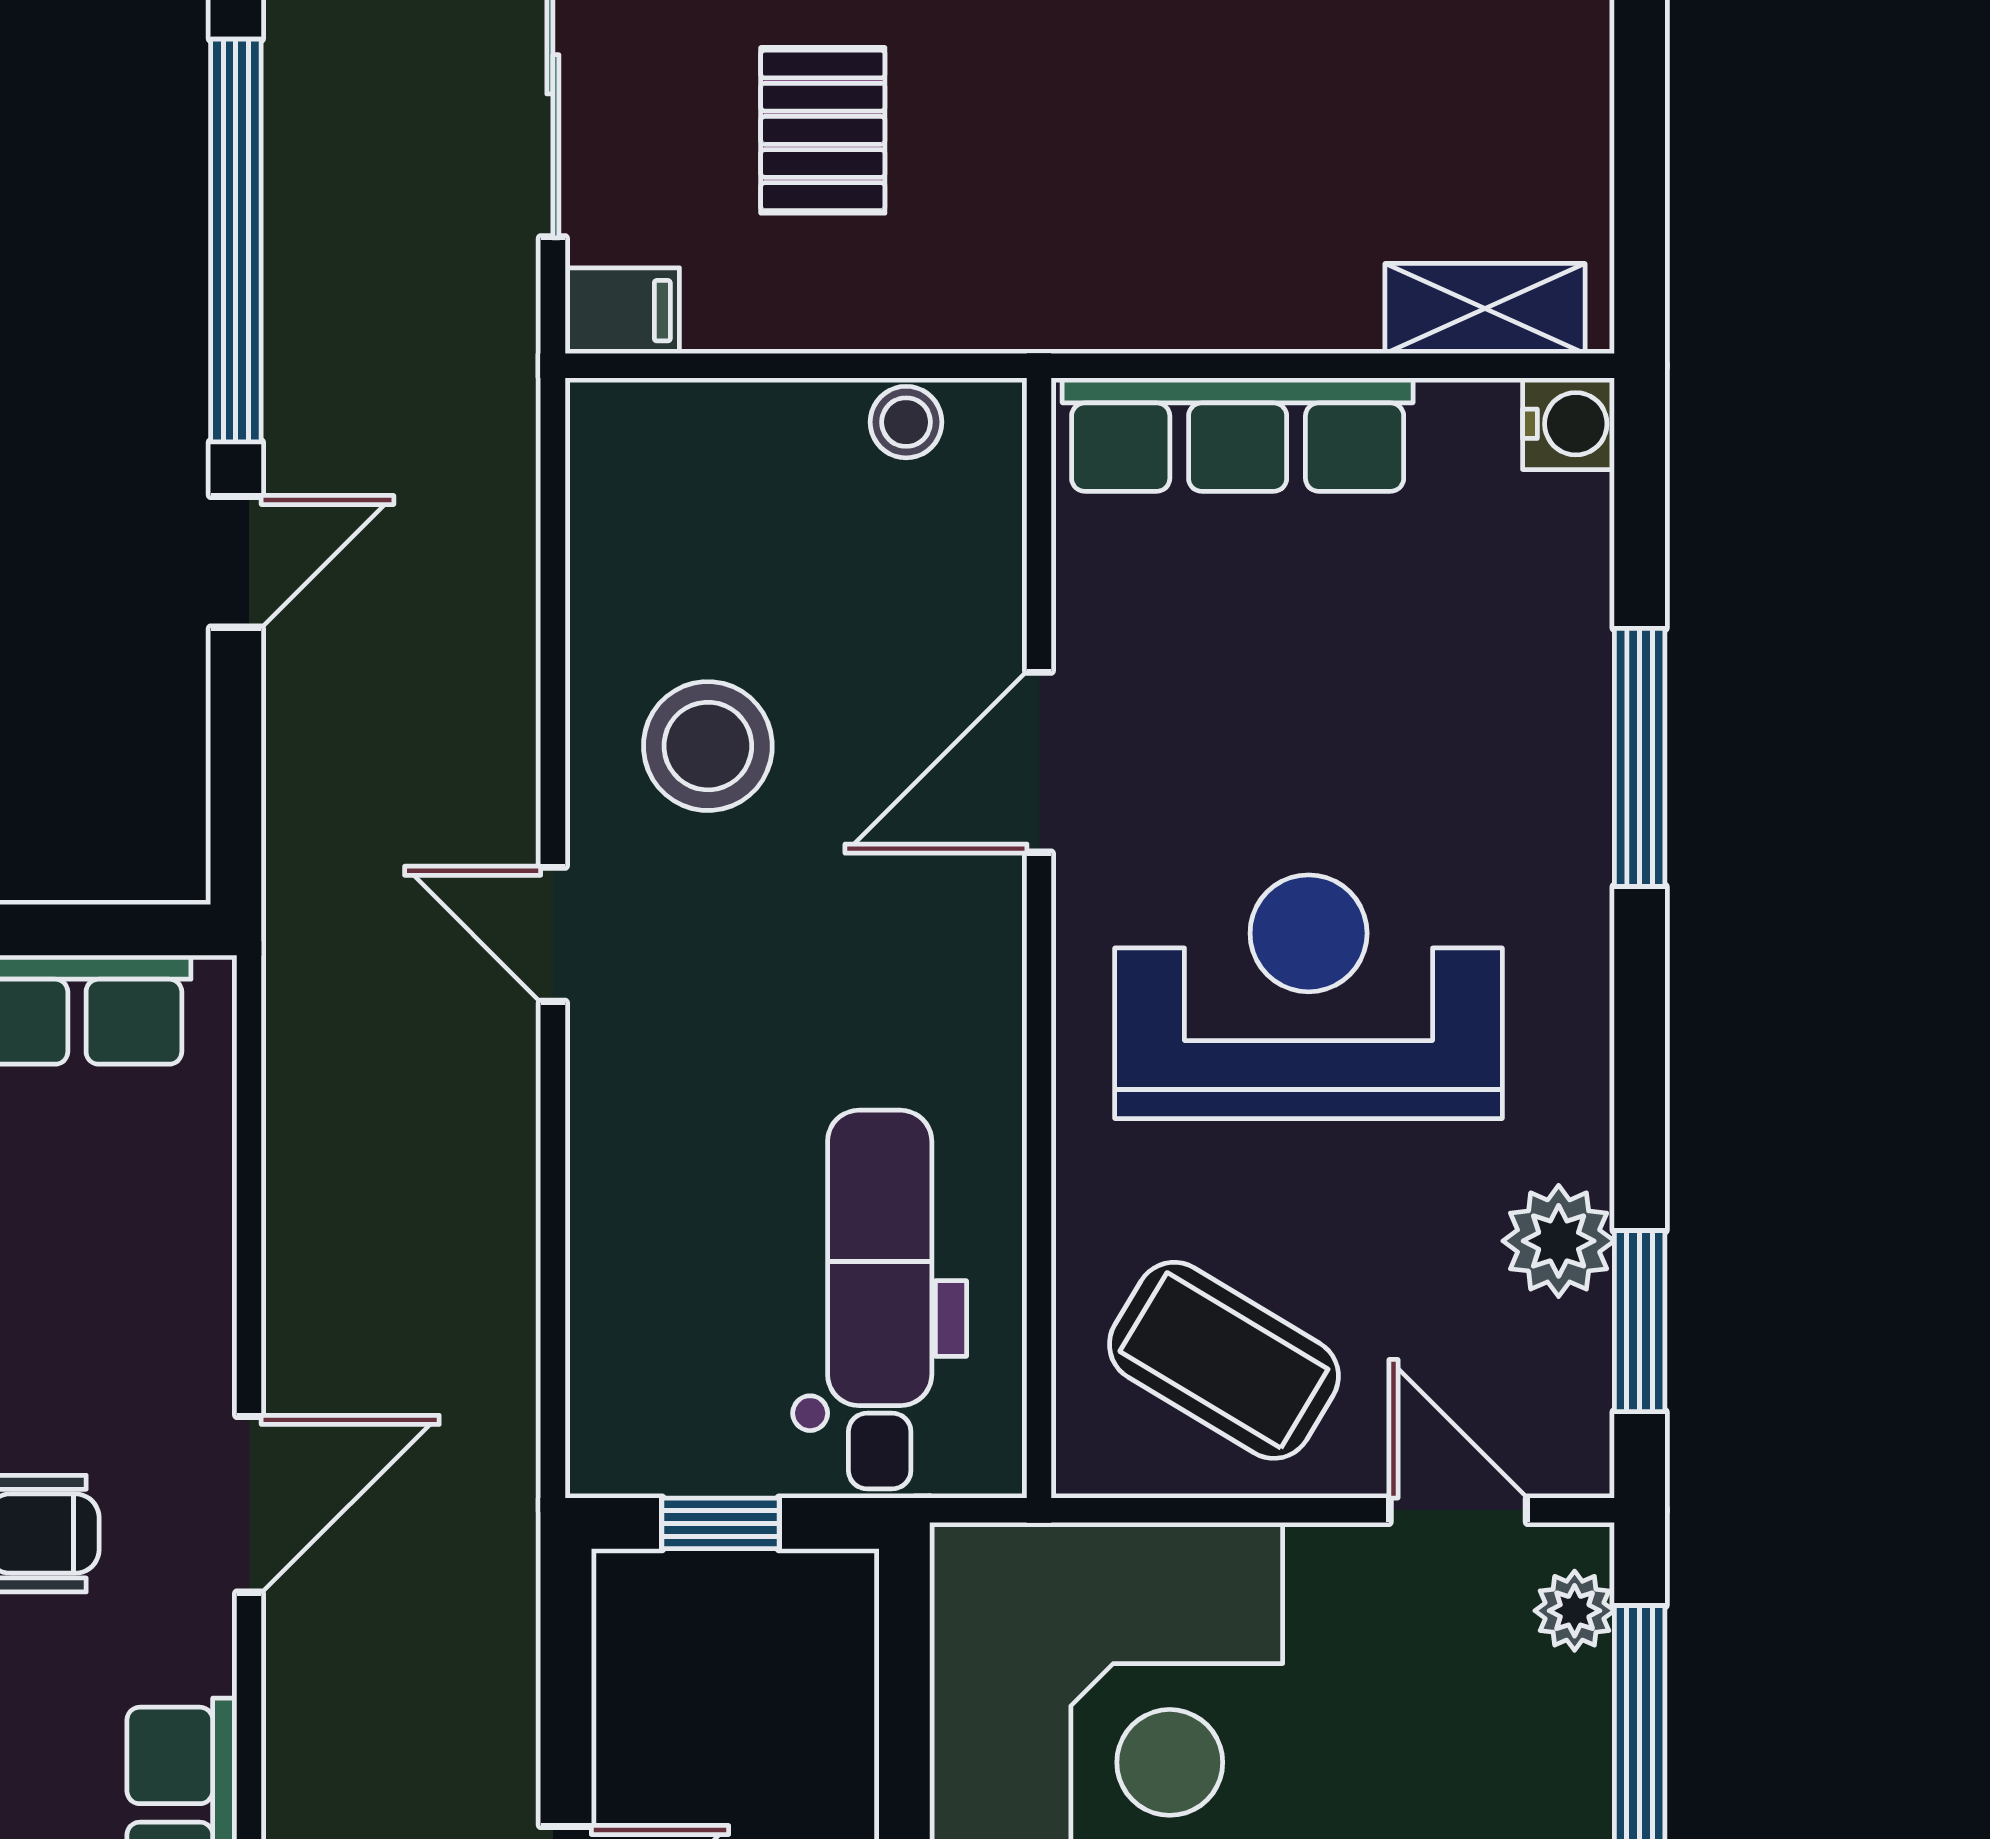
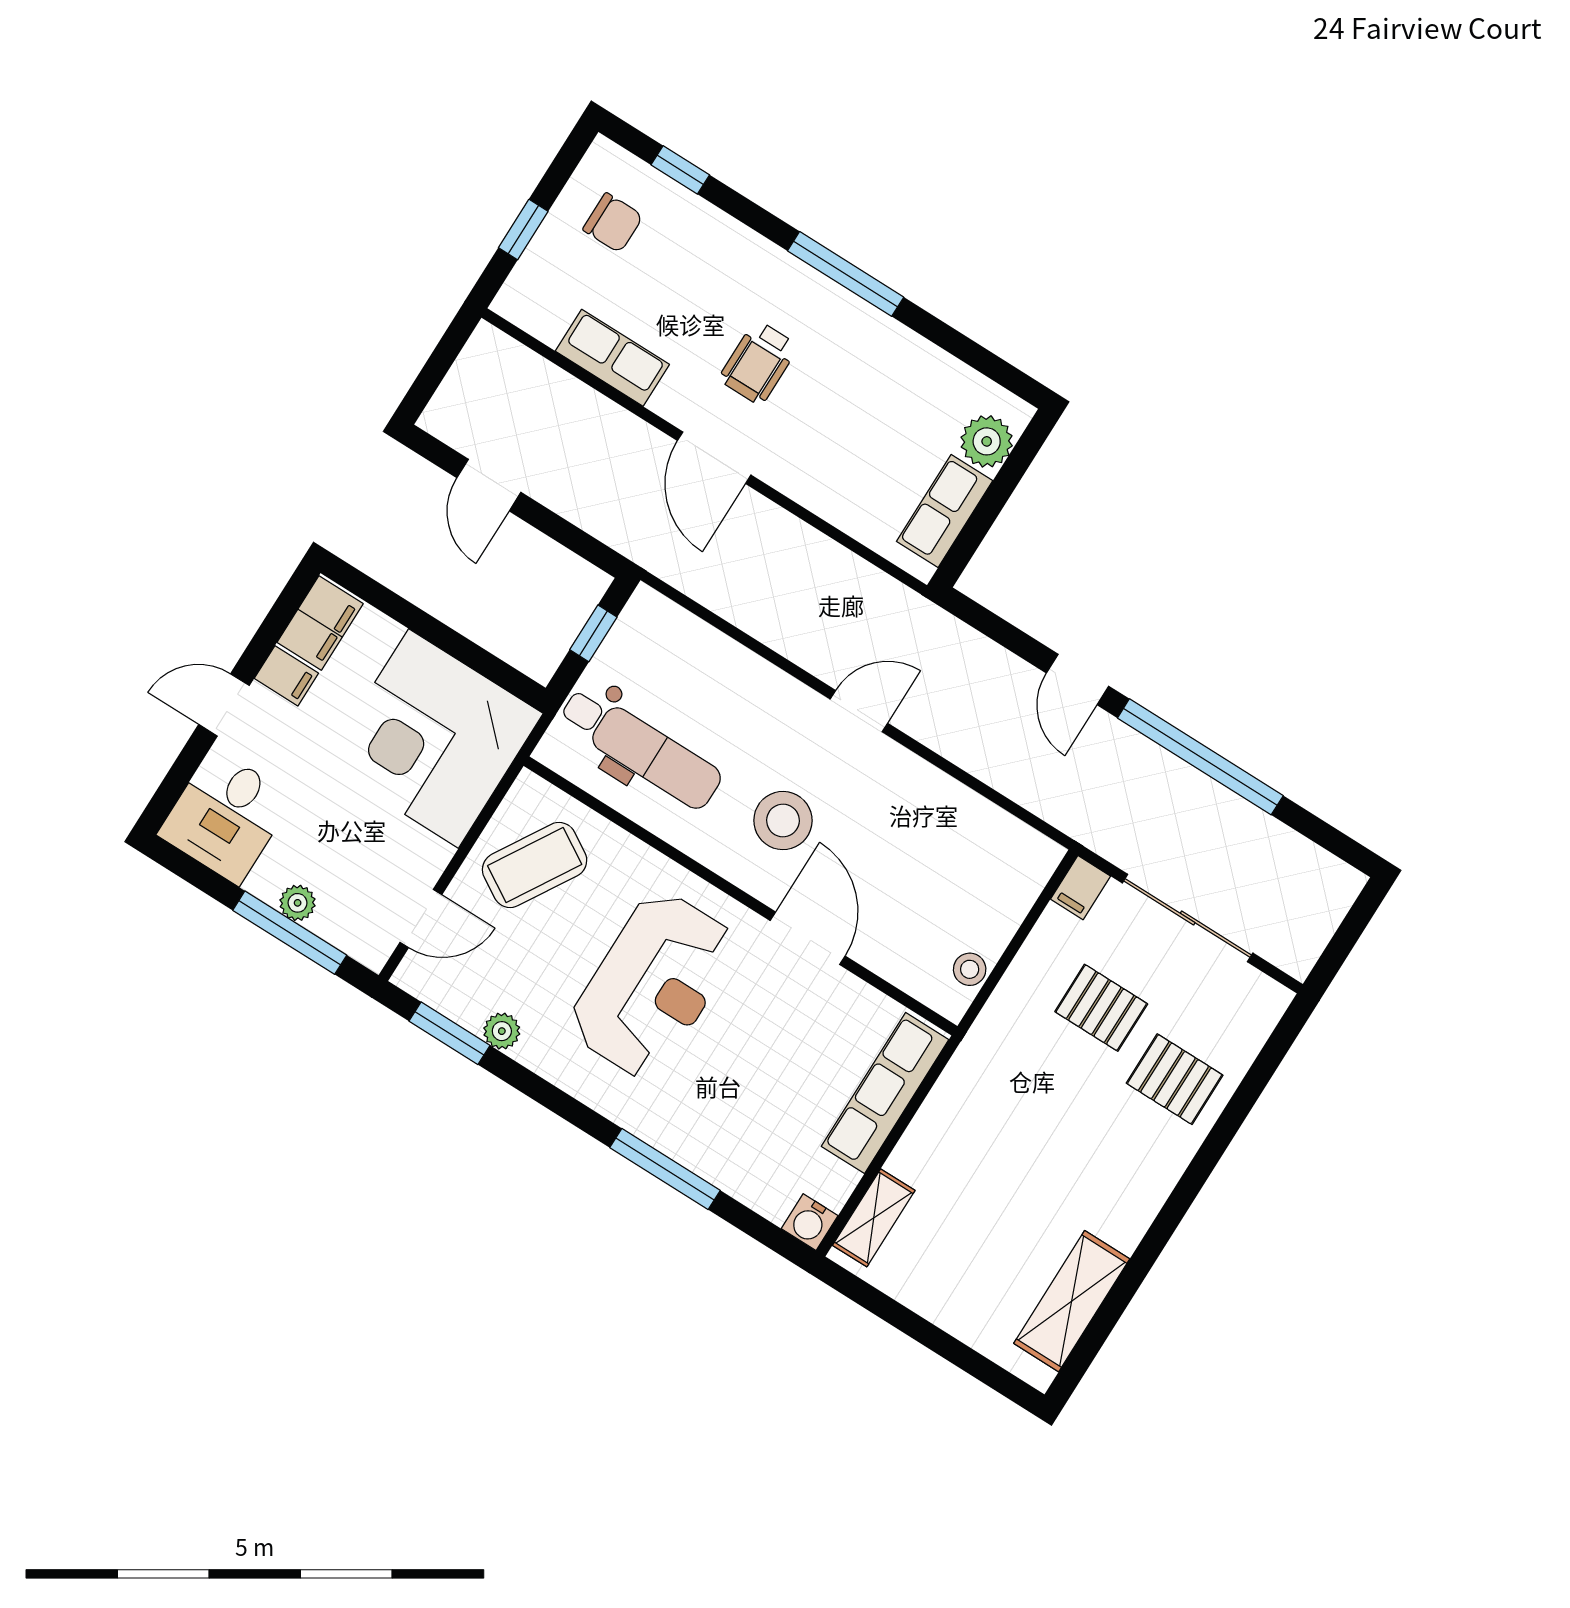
stool: (708, 746) -> (783, 821), moved
plant: (1559, 1241) -> (502, 1031), width x0.73, depth x0.73
plant: (1575, 1611) -> (298, 903), moved

